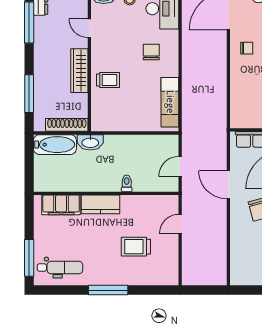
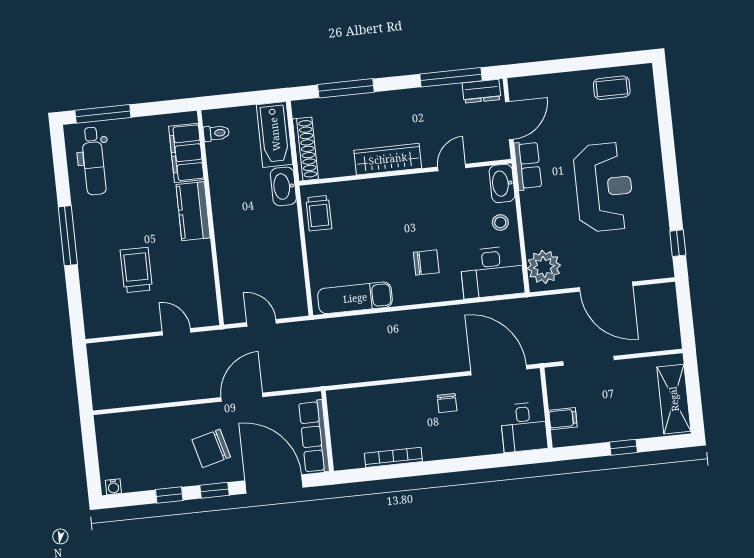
trolley: (108, 80) -> (319, 213), moved
toilet: (127, 183) -> (216, 133), moved

